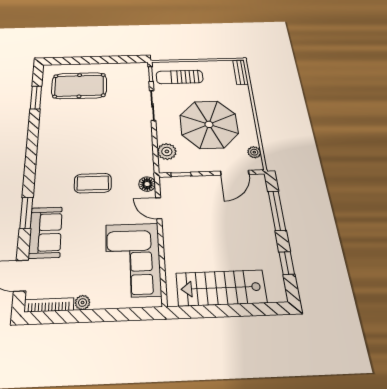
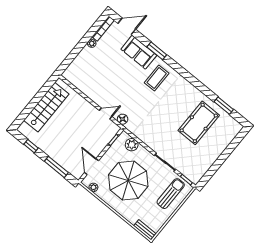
pool table: (79, 86) -> (199, 123), moved
coffee table: (93, 183) -> (157, 78), moved
corner sofa: (133, 259) -> (92, 80), removed

